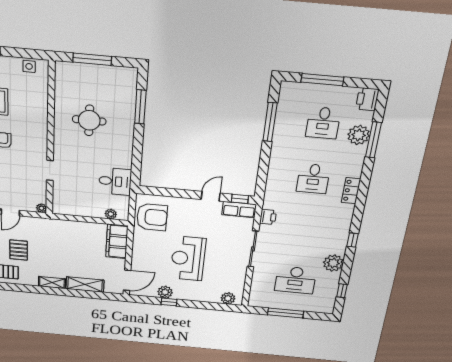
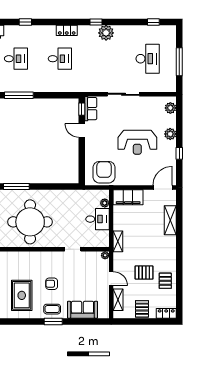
round table: (89, 120) -> (30, 222), width x1.86, depth x1.86
plant: (359, 135) -> (23, 33), removed
window: (373, 140) -> (25, 22), width x0.46
desk: (115, 181) -> (97, 219), moved, turned 90
printer: (268, 217) -> (95, 87), removed
window: (353, 240) -> (96, 22), moved
plant: (333, 263) -> (106, 33), moved
door: (127, 280) -> (163, 187), hinge flipped
shelving: (52, 283) -> (118, 241), moved
plant: (165, 292) -> (170, 134), moved

